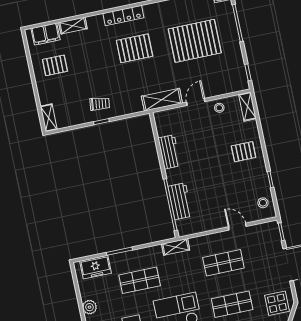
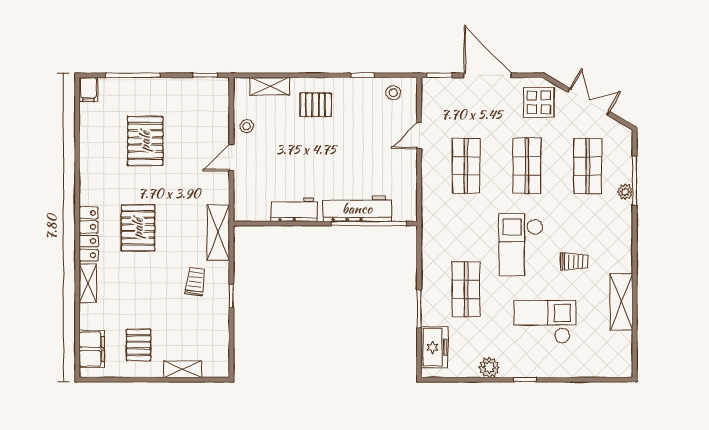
shelving: (73, 26) -> (88, 283), moved
pallet: (195, 41) -> (145, 141), width x0.73, depth x0.71
shelving: (162, 100) -> (218, 233), moved
door: (196, 102) -> (231, 158), hinge flipped
trolley: (100, 104) -> (195, 282), moved
shelving: (247, 107) -> (270, 86), moved
shelving: (49, 118) -> (183, 369), moved
pallet: (244, 152) -> (316, 105), turned 90
workbench: (180, 201) -> (357, 209), width x1.38
shelving: (176, 247) -> (430, 229), removed

